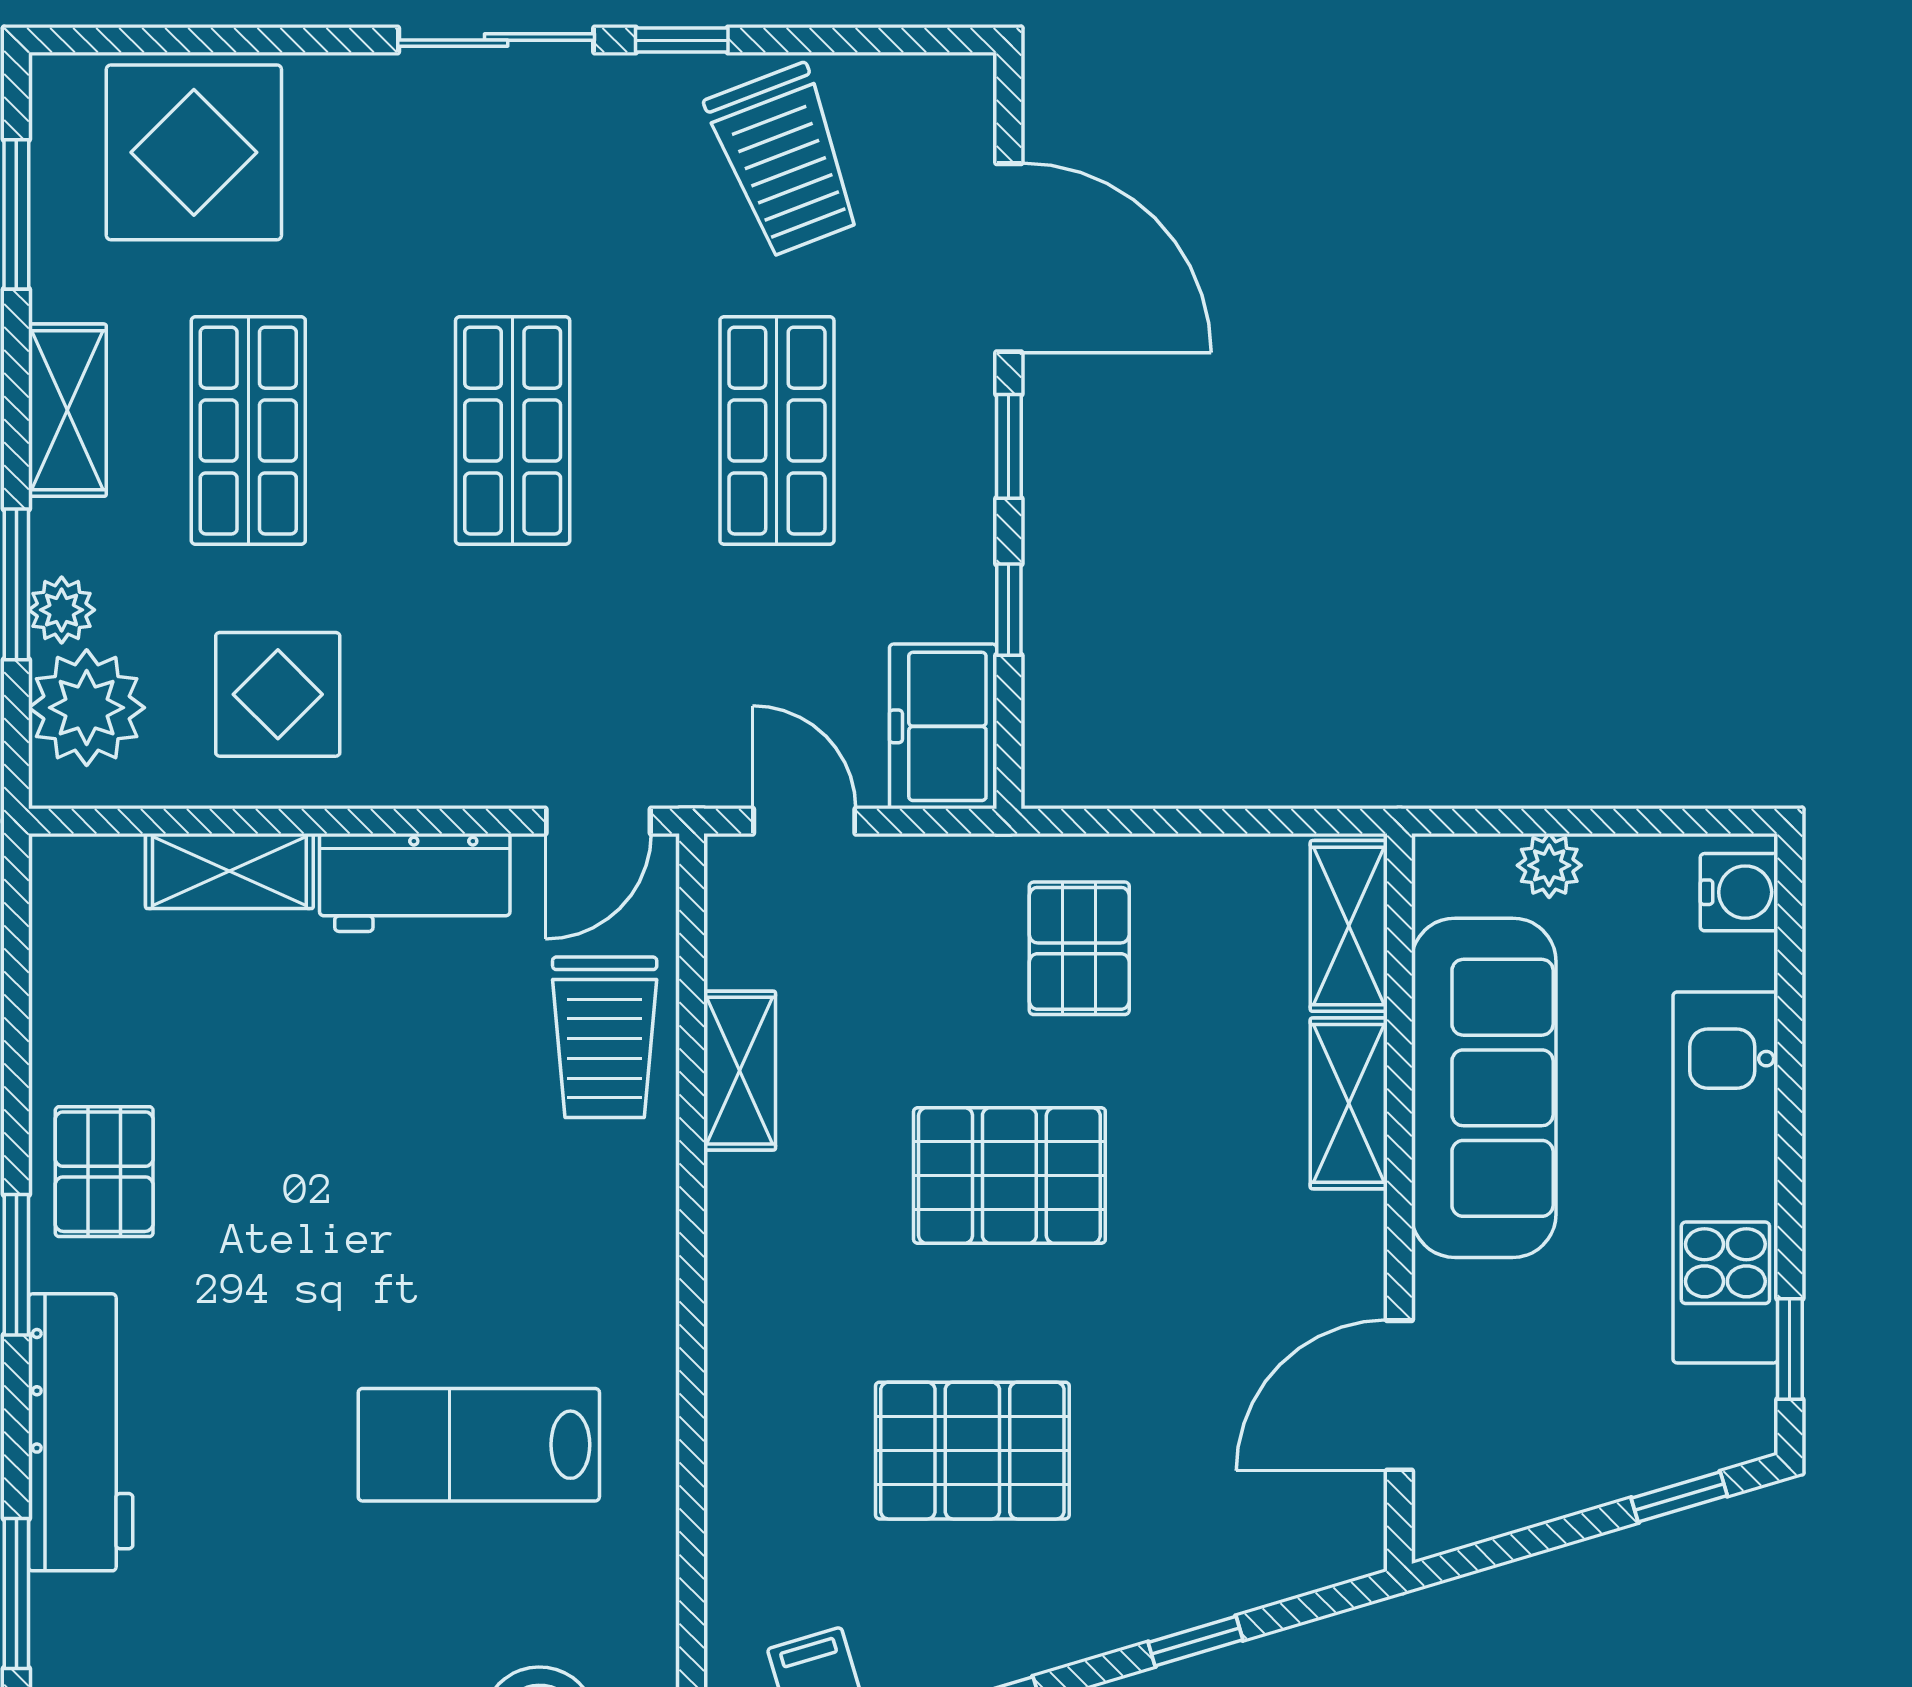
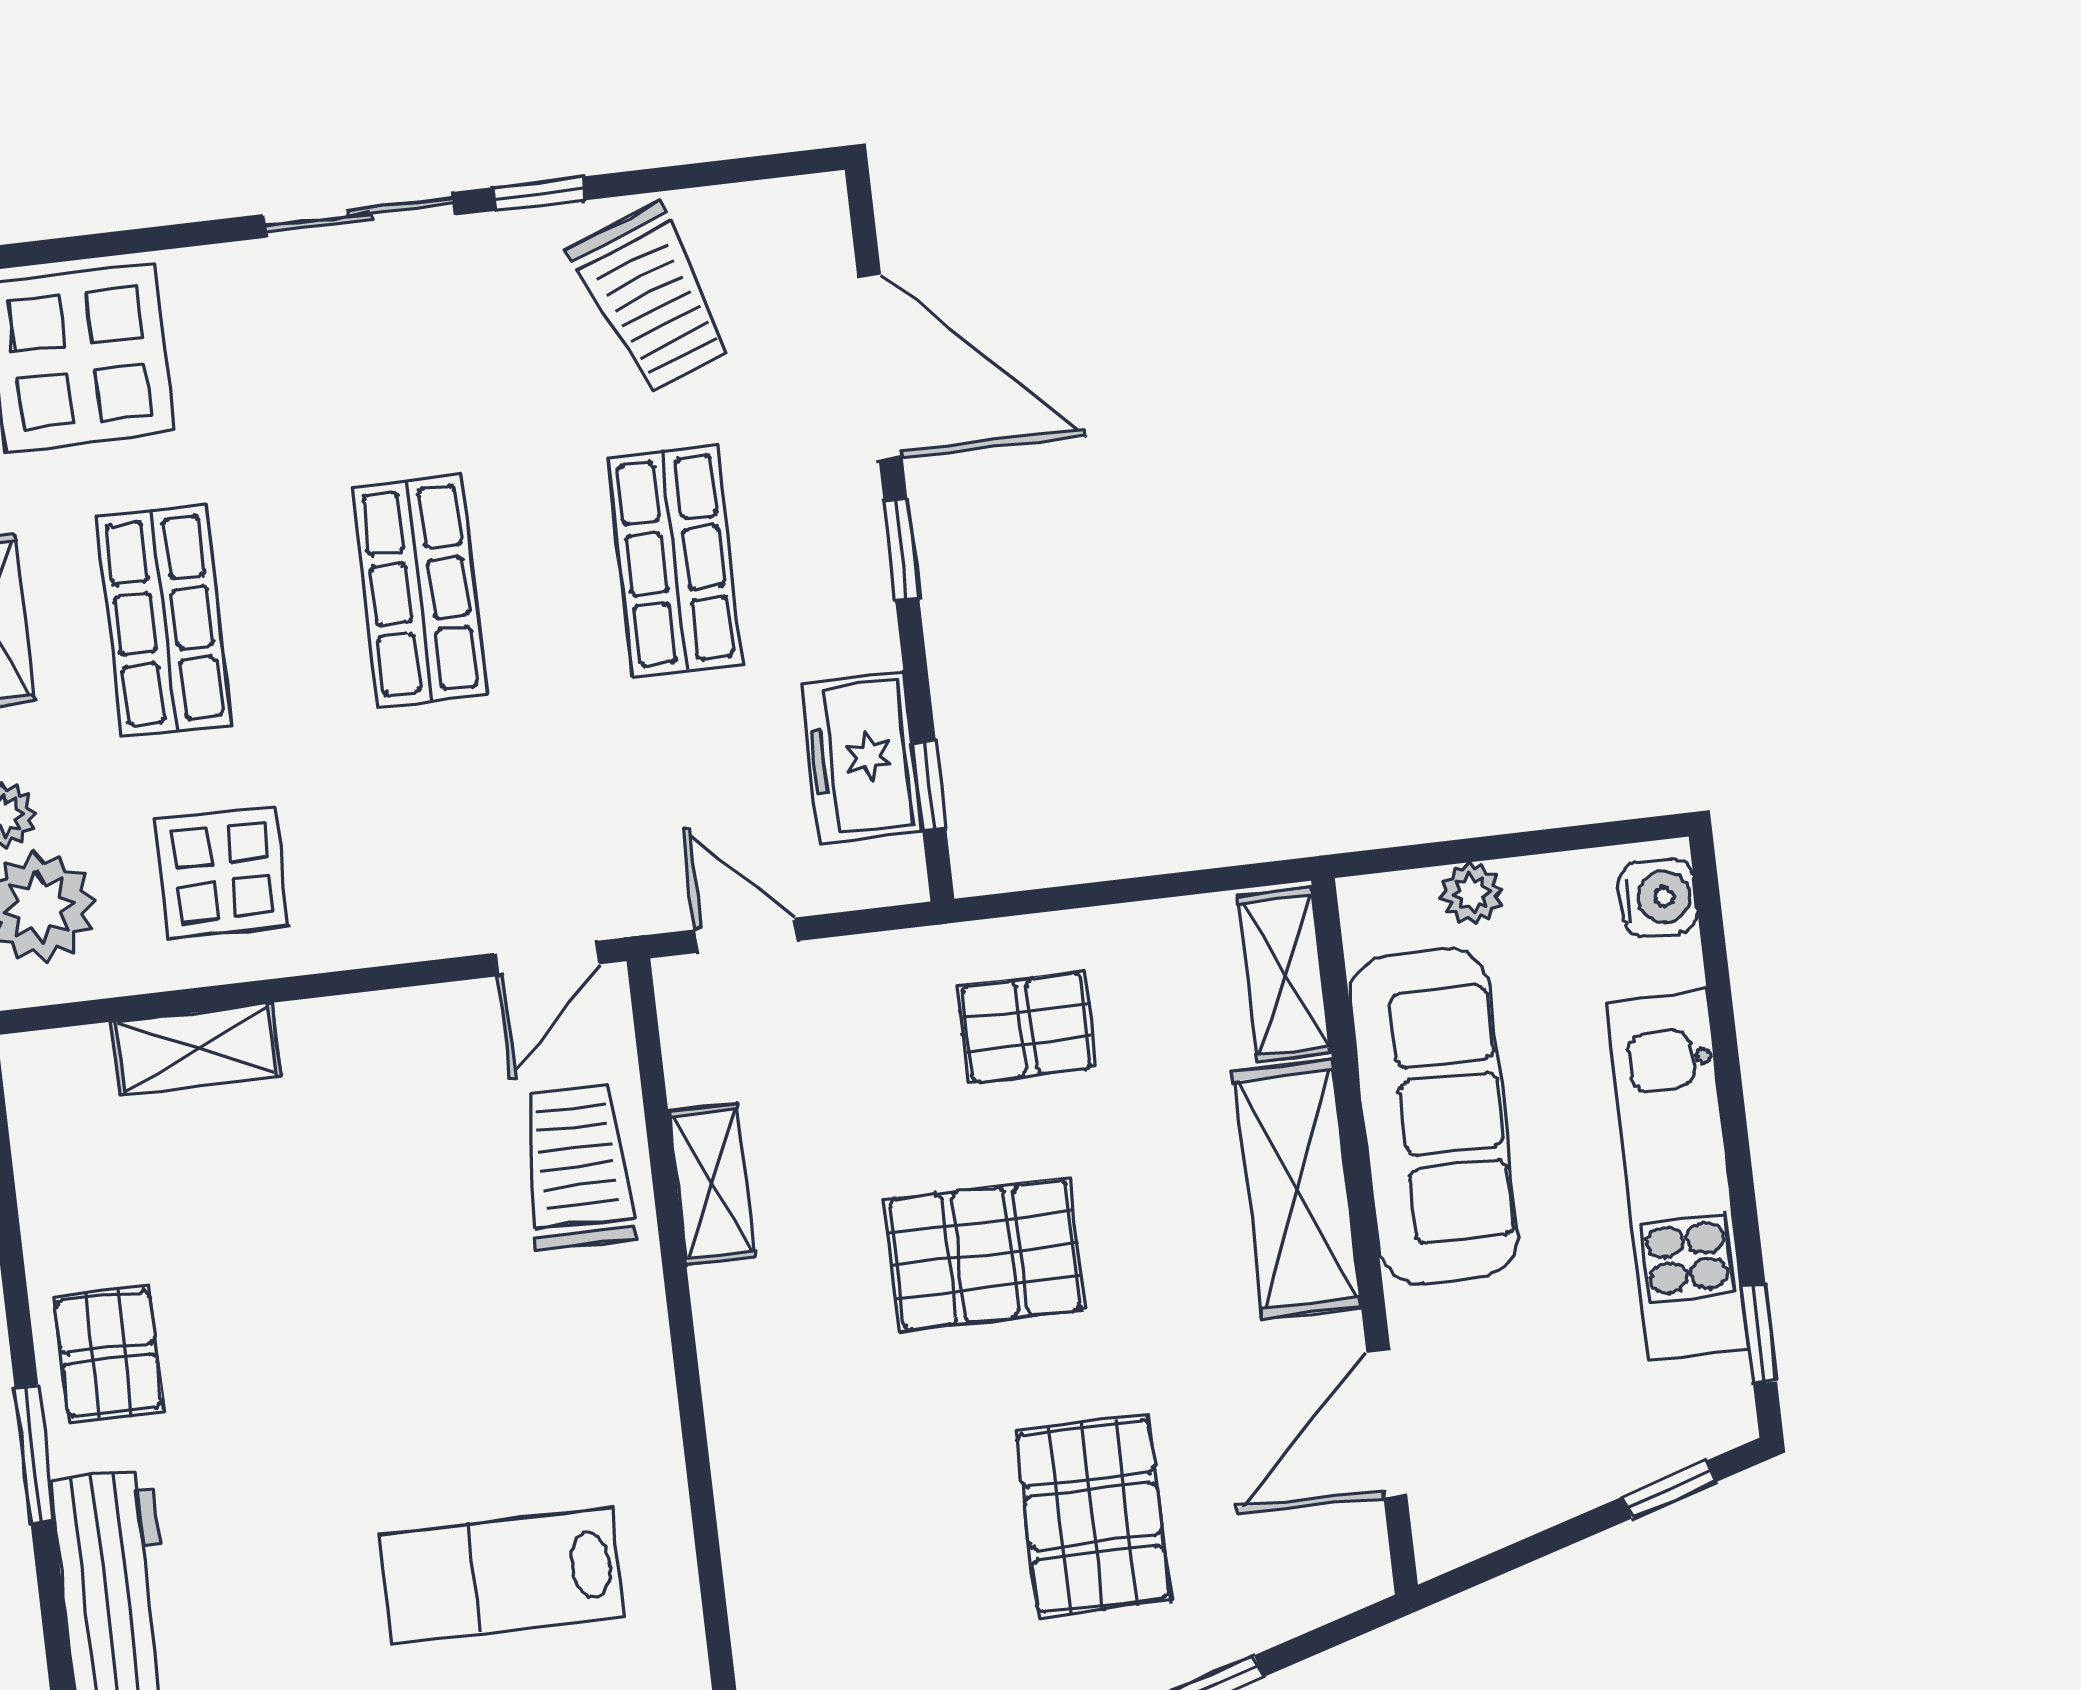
window: (1009, 610) -> (929, 786), moved
freezer: (943, 726) -> (861, 757), moved
workbench: (415, 882) -> (376, 1039), removed
pallet: (1079, 948) -> (1026, 1027), turned 90
trolley: (605, 1037) -> (578, 1167), turned 180
shelving: (1349, 1103) -> (1297, 1189), width x1.50, depth x1.33
pallet: (972, 1451) -> (1093, 1516), moved, turned 90

